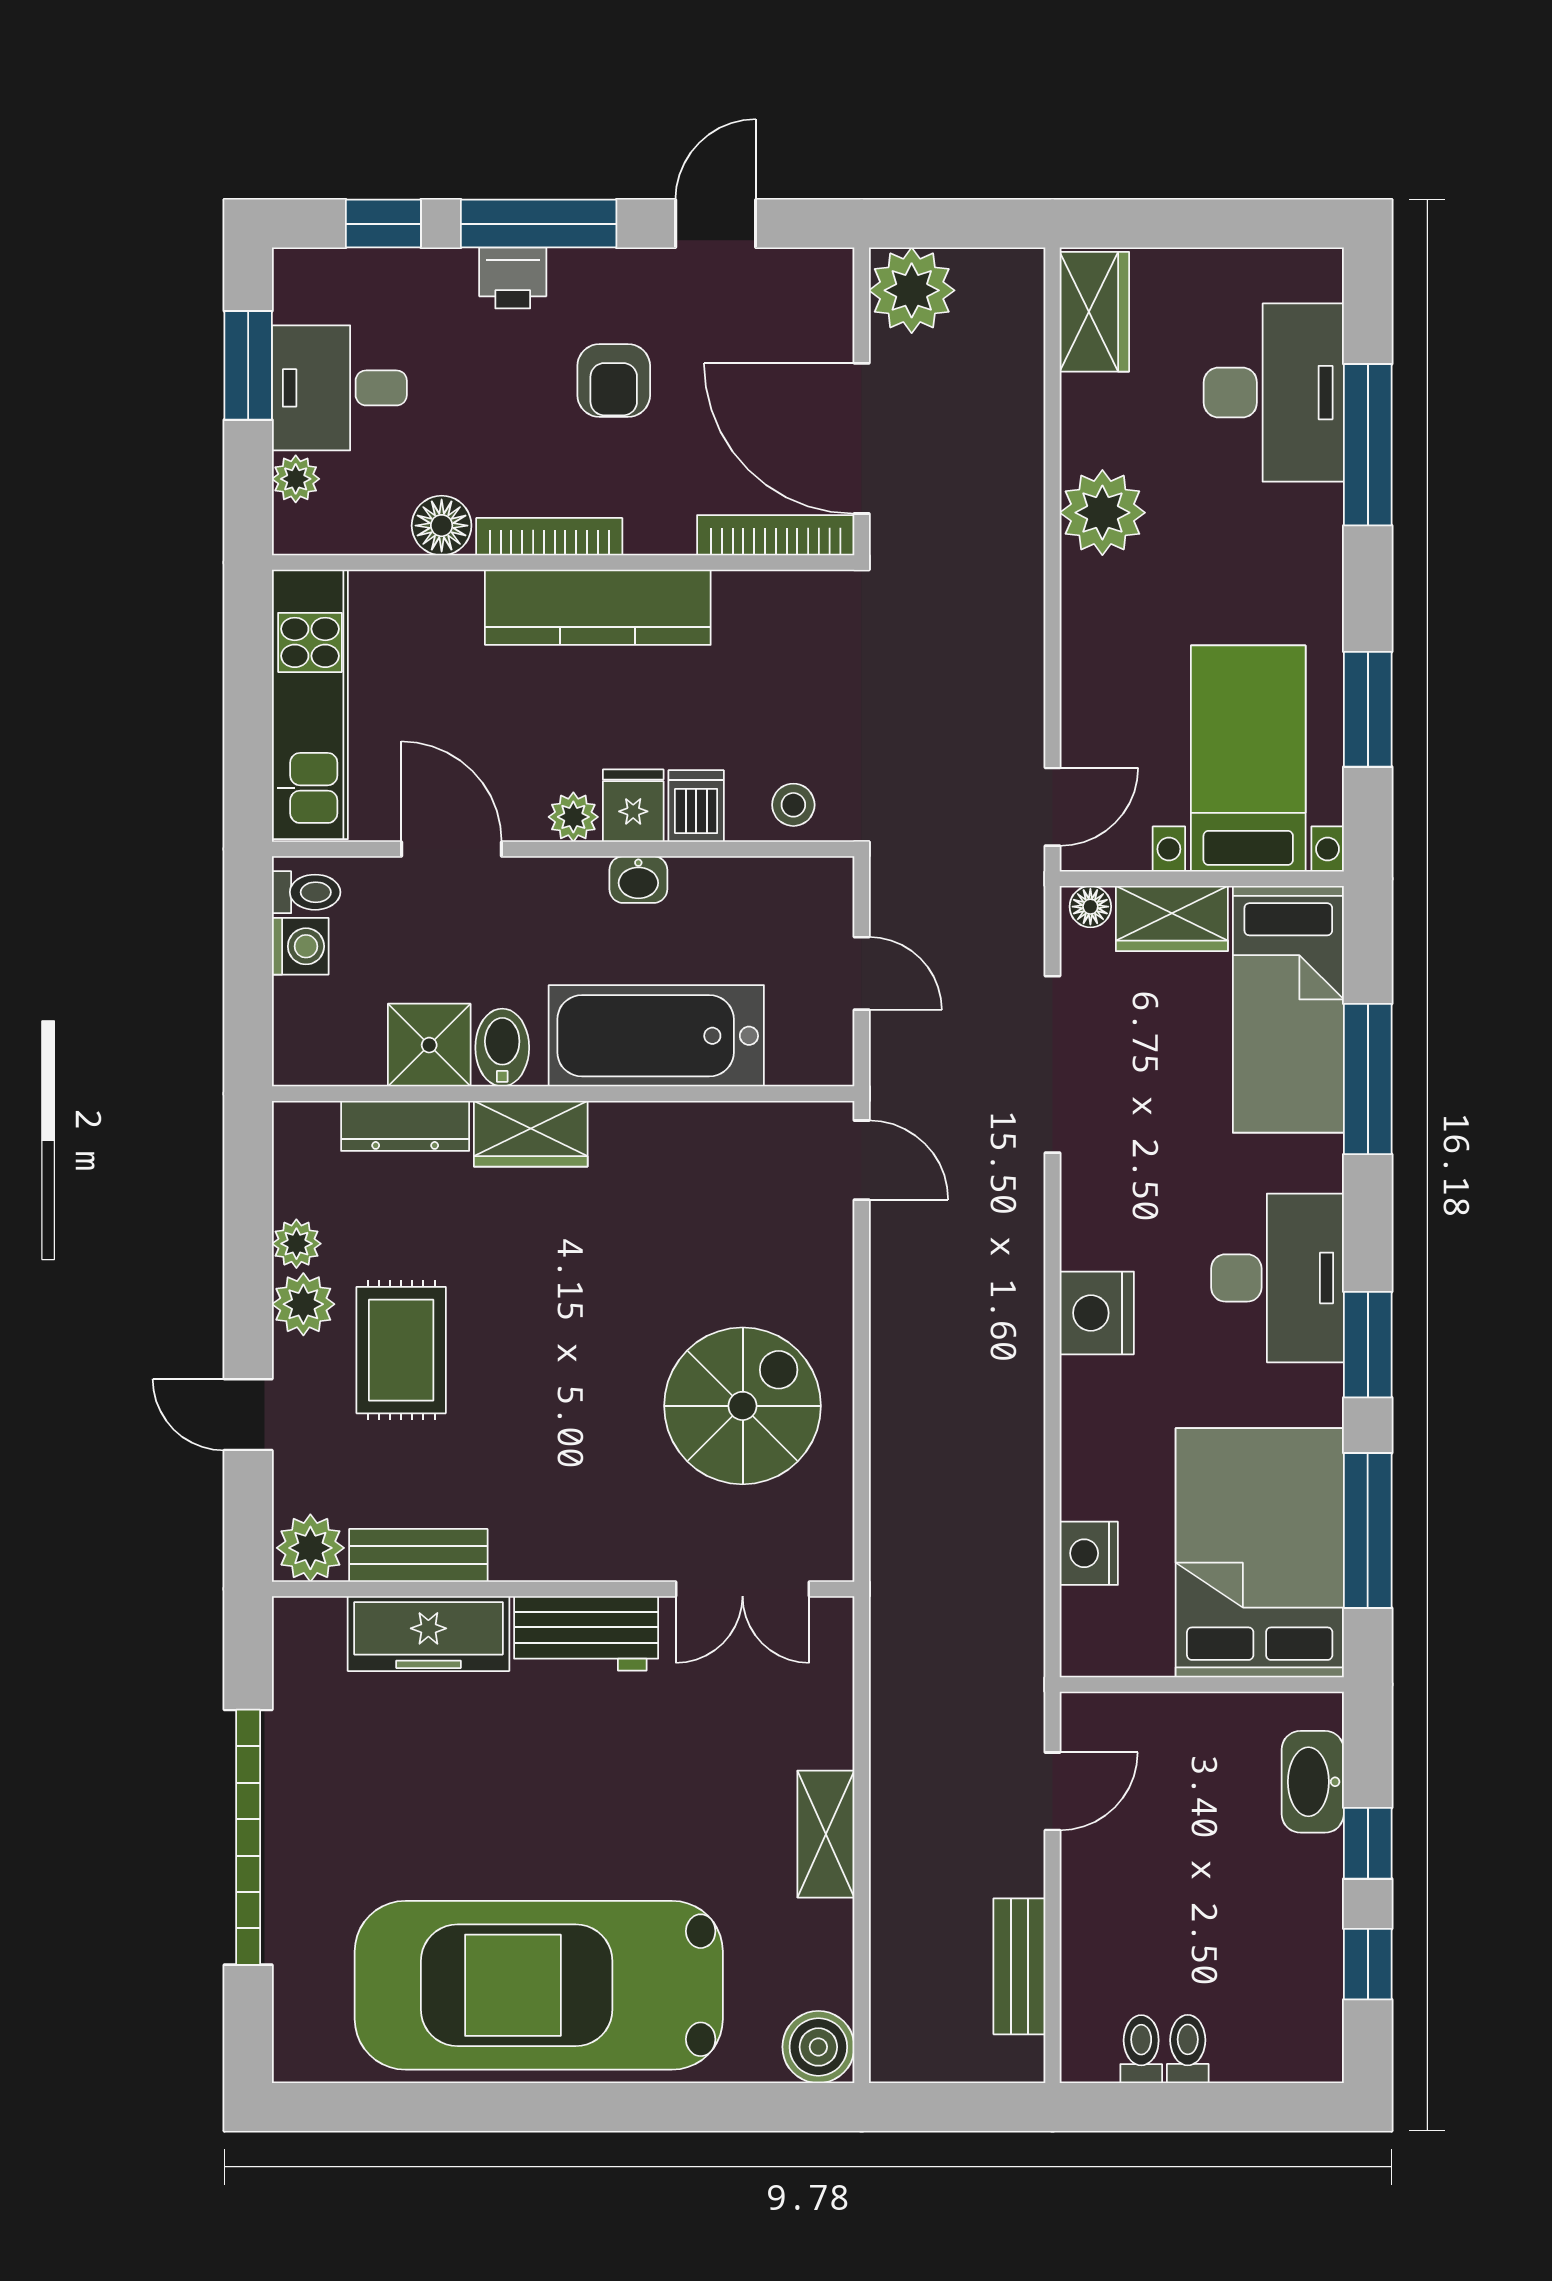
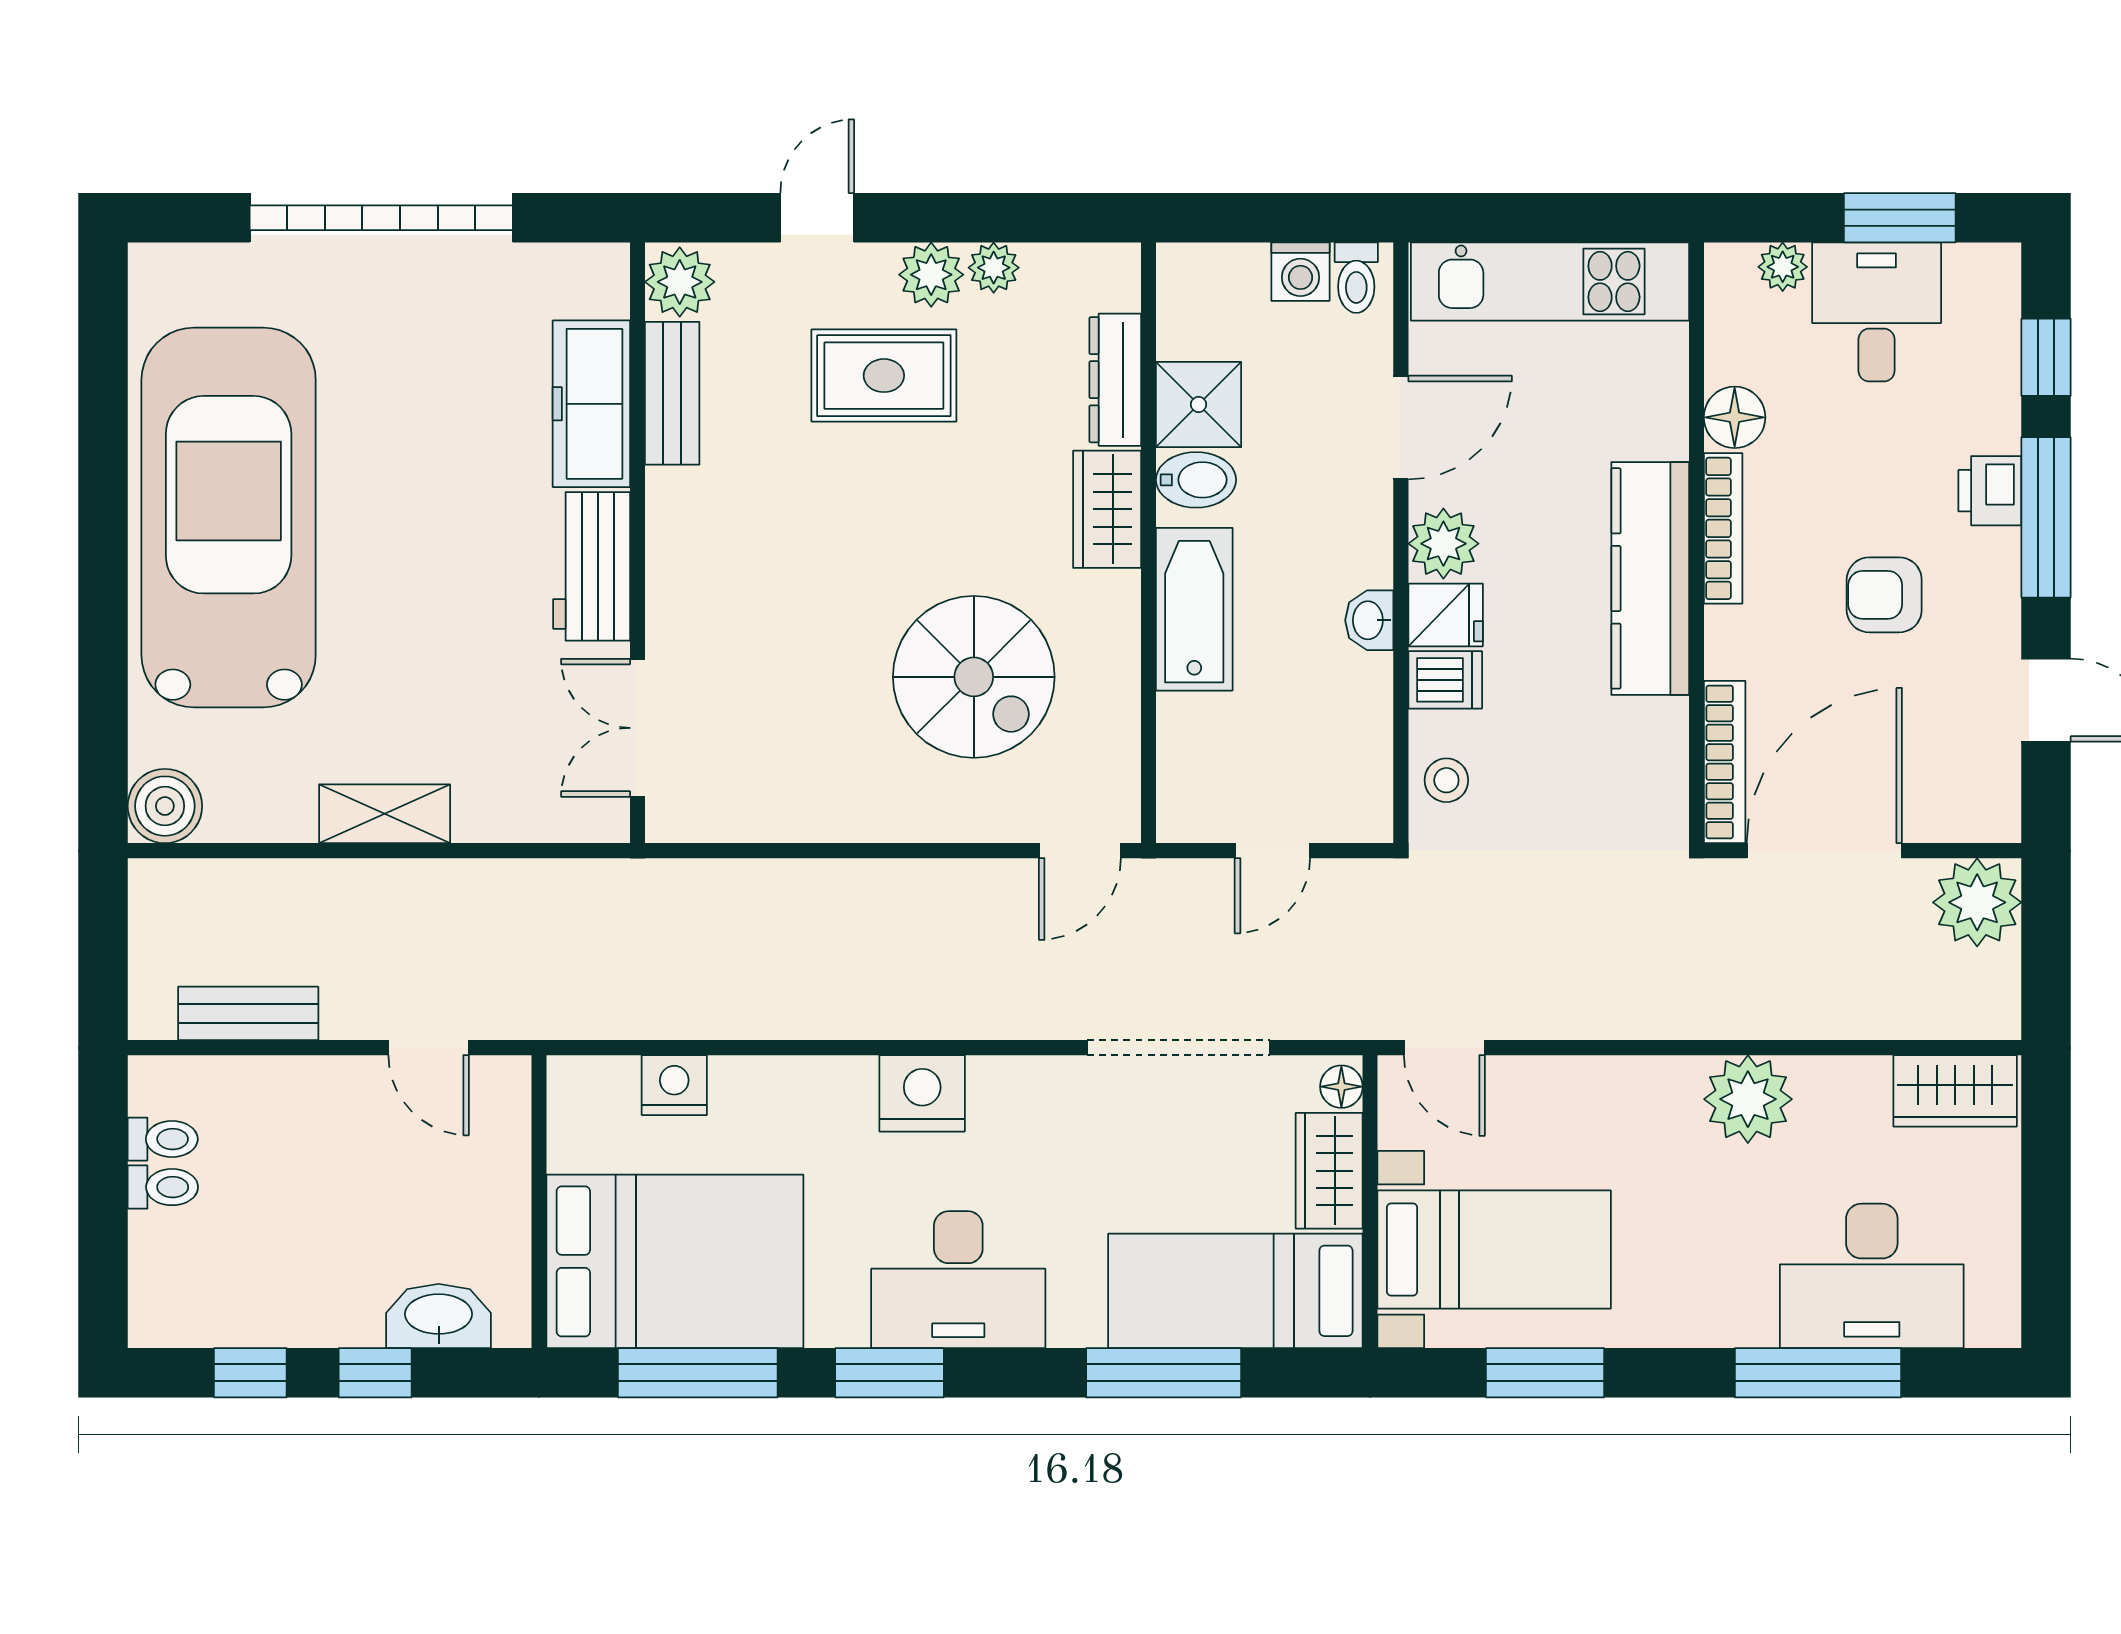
plant: (573, 817) -> (1443, 544), width x1.38, depth x1.38
bathtub: (656, 1036) -> (1194, 609), width x0.73, depth x0.73
spiral stairs: (743, 1406) -> (974, 677), moved

